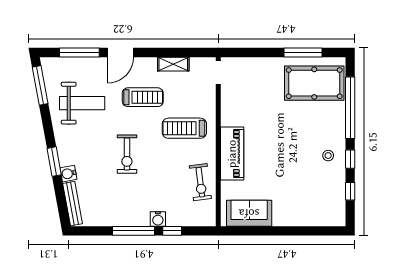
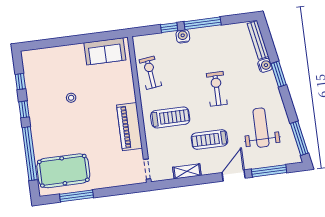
weight bench: (82, 103) -> (261, 128), turned 90
piano: (232, 154) -> (130, 127), moved
stool: (328, 156) -> (71, 98), moved

